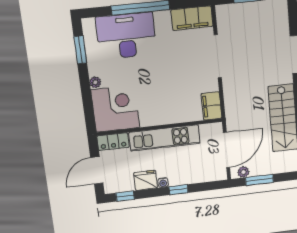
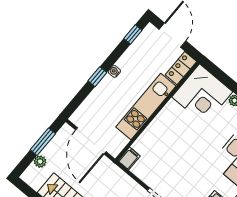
filing cabinet: (211, 106) -> (129, 158), width x0.50
plant: (243, 172) -> (40, 162), moved
fridge: (146, 180) -> (129, 61), removed

